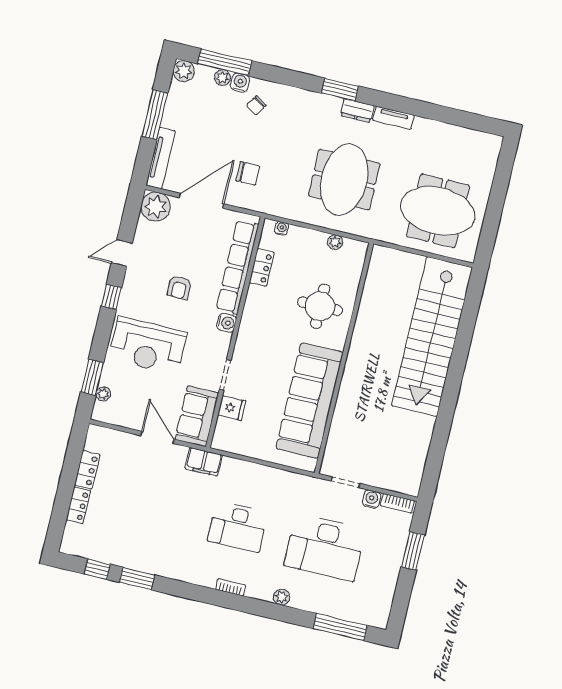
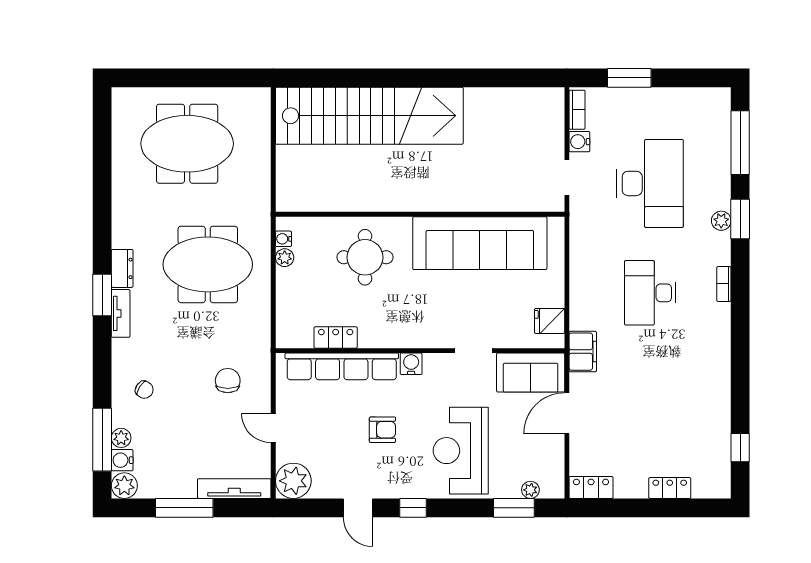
water cooler: (240, 83) -> (122, 460), moved
tv unit: (393, 118) -> (121, 313), moved
door: (201, 201) -> (273, 428), width x0.53
meeting table: (438, 211) -> (187, 144), moved, turned 90
water cooler: (282, 228) -> (283, 239), moved
reception desk: (148, 346) -> (461, 451), turned 180
fridge: (232, 408) -> (550, 321), moved, turned -90
locker: (87, 470) -> (591, 487), moved
desk: (238, 527) -> (650, 293), turned 180
window: (137, 579) -> (740, 219), moved

